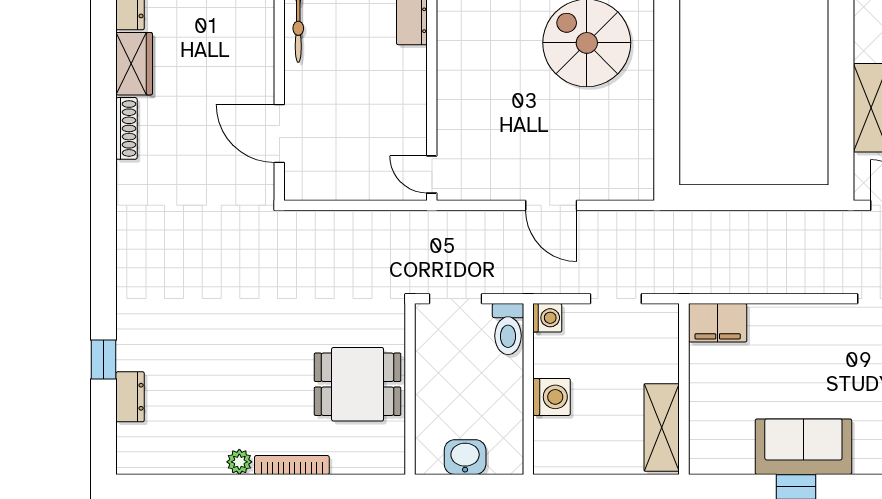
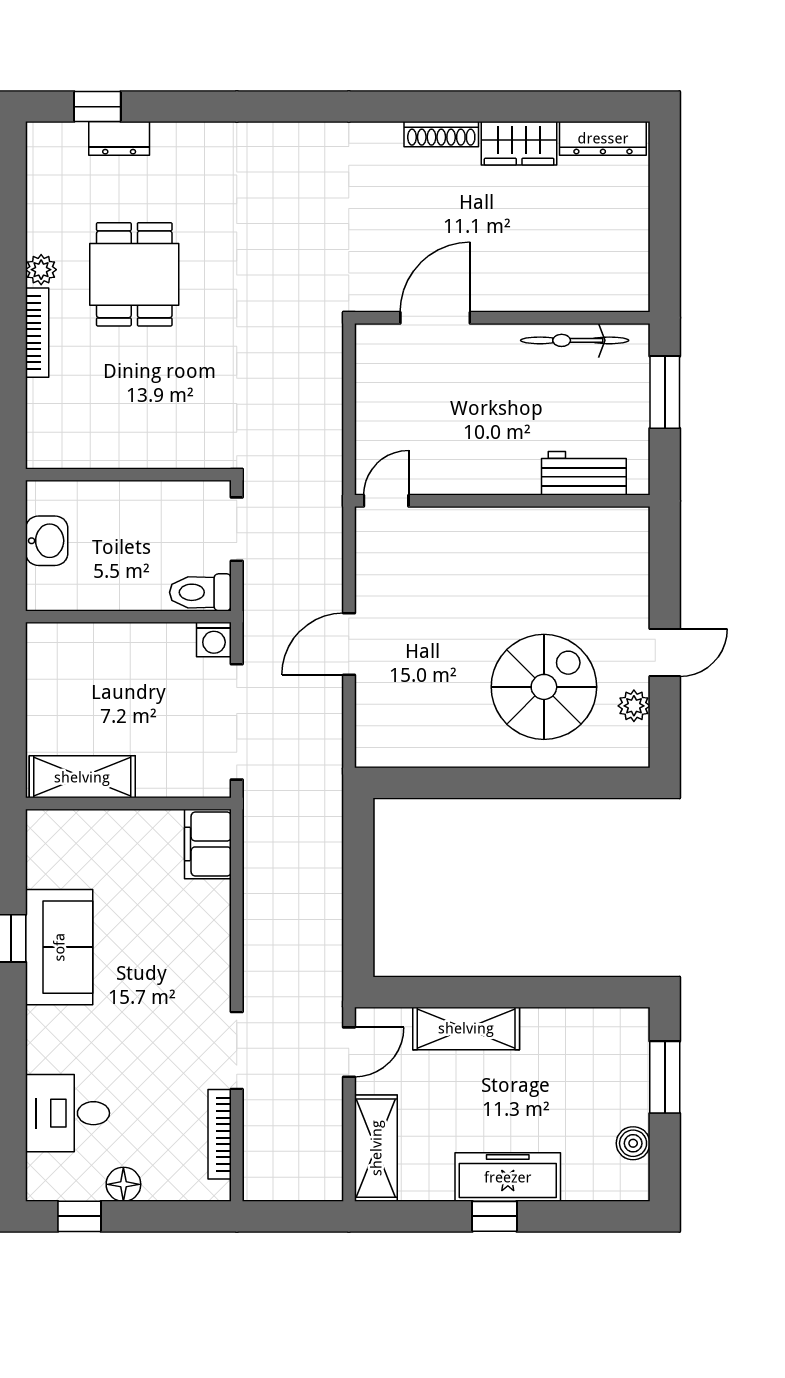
doorway: (616, 299) -> (237, 722), width x1.87
window: (103, 359) -> (97, 107), moved
dining table: (358, 384) -> (134, 274), moved
washing machine: (552, 397) -> (119, 645), removed

